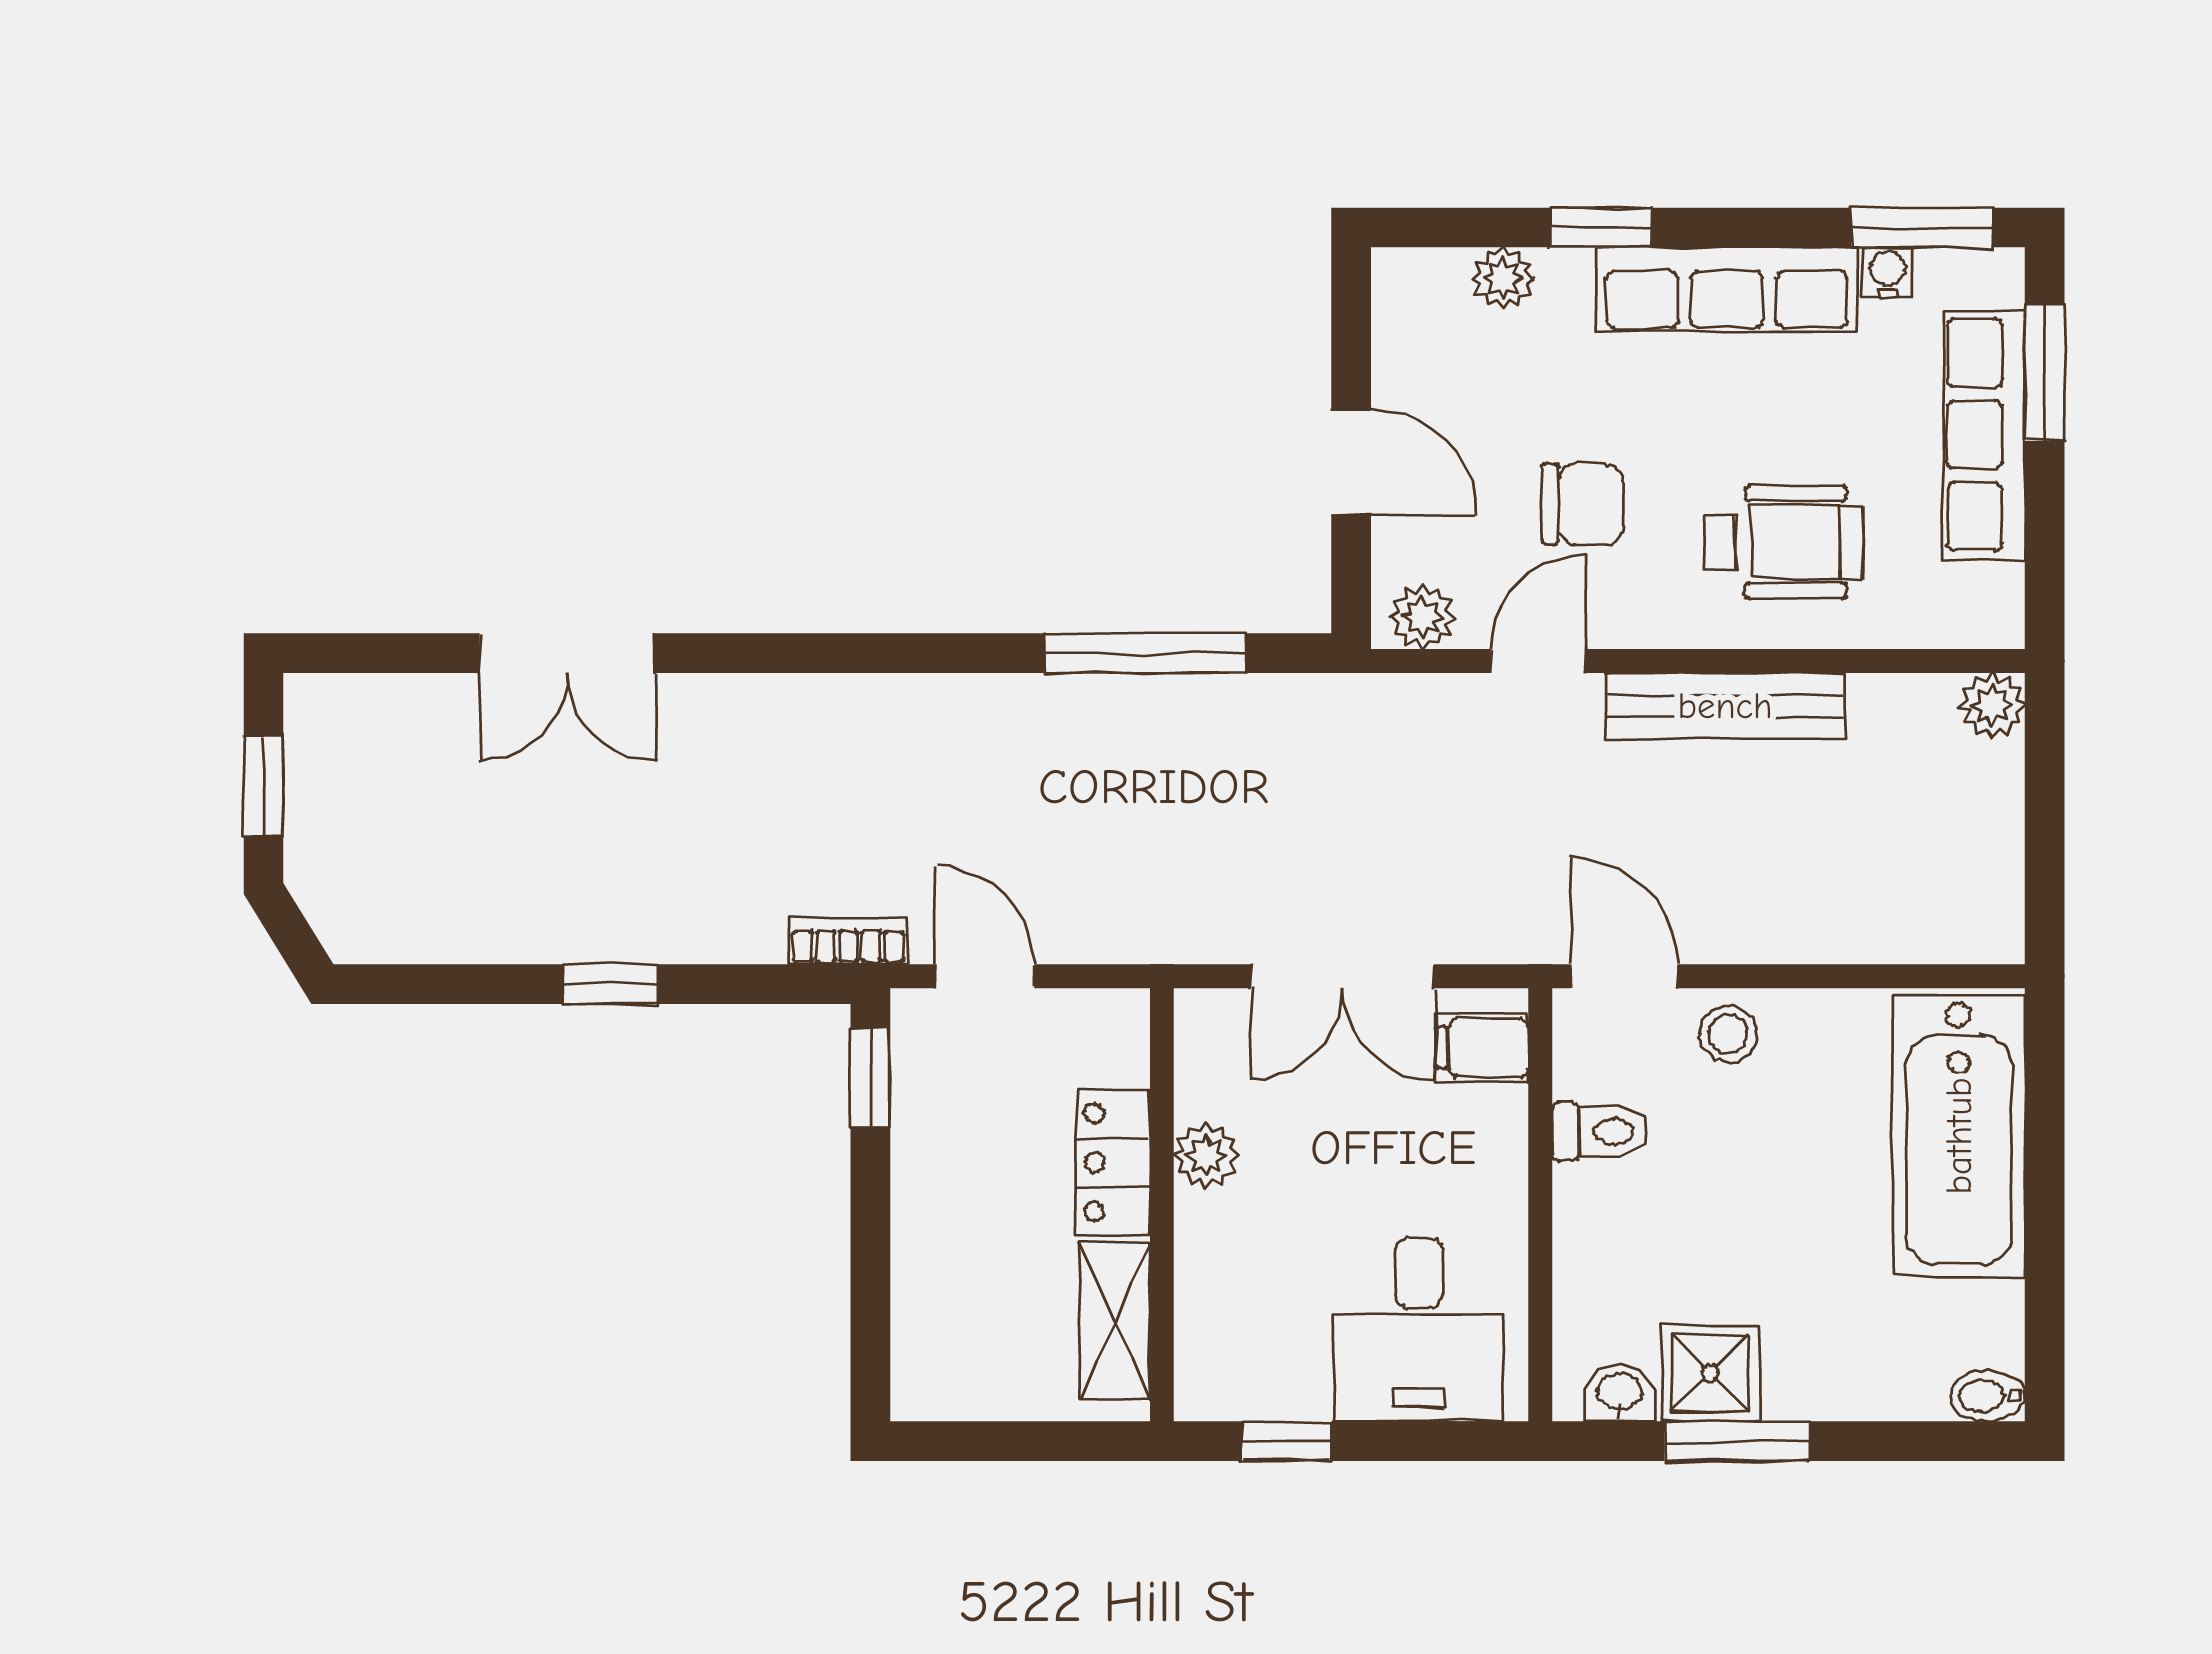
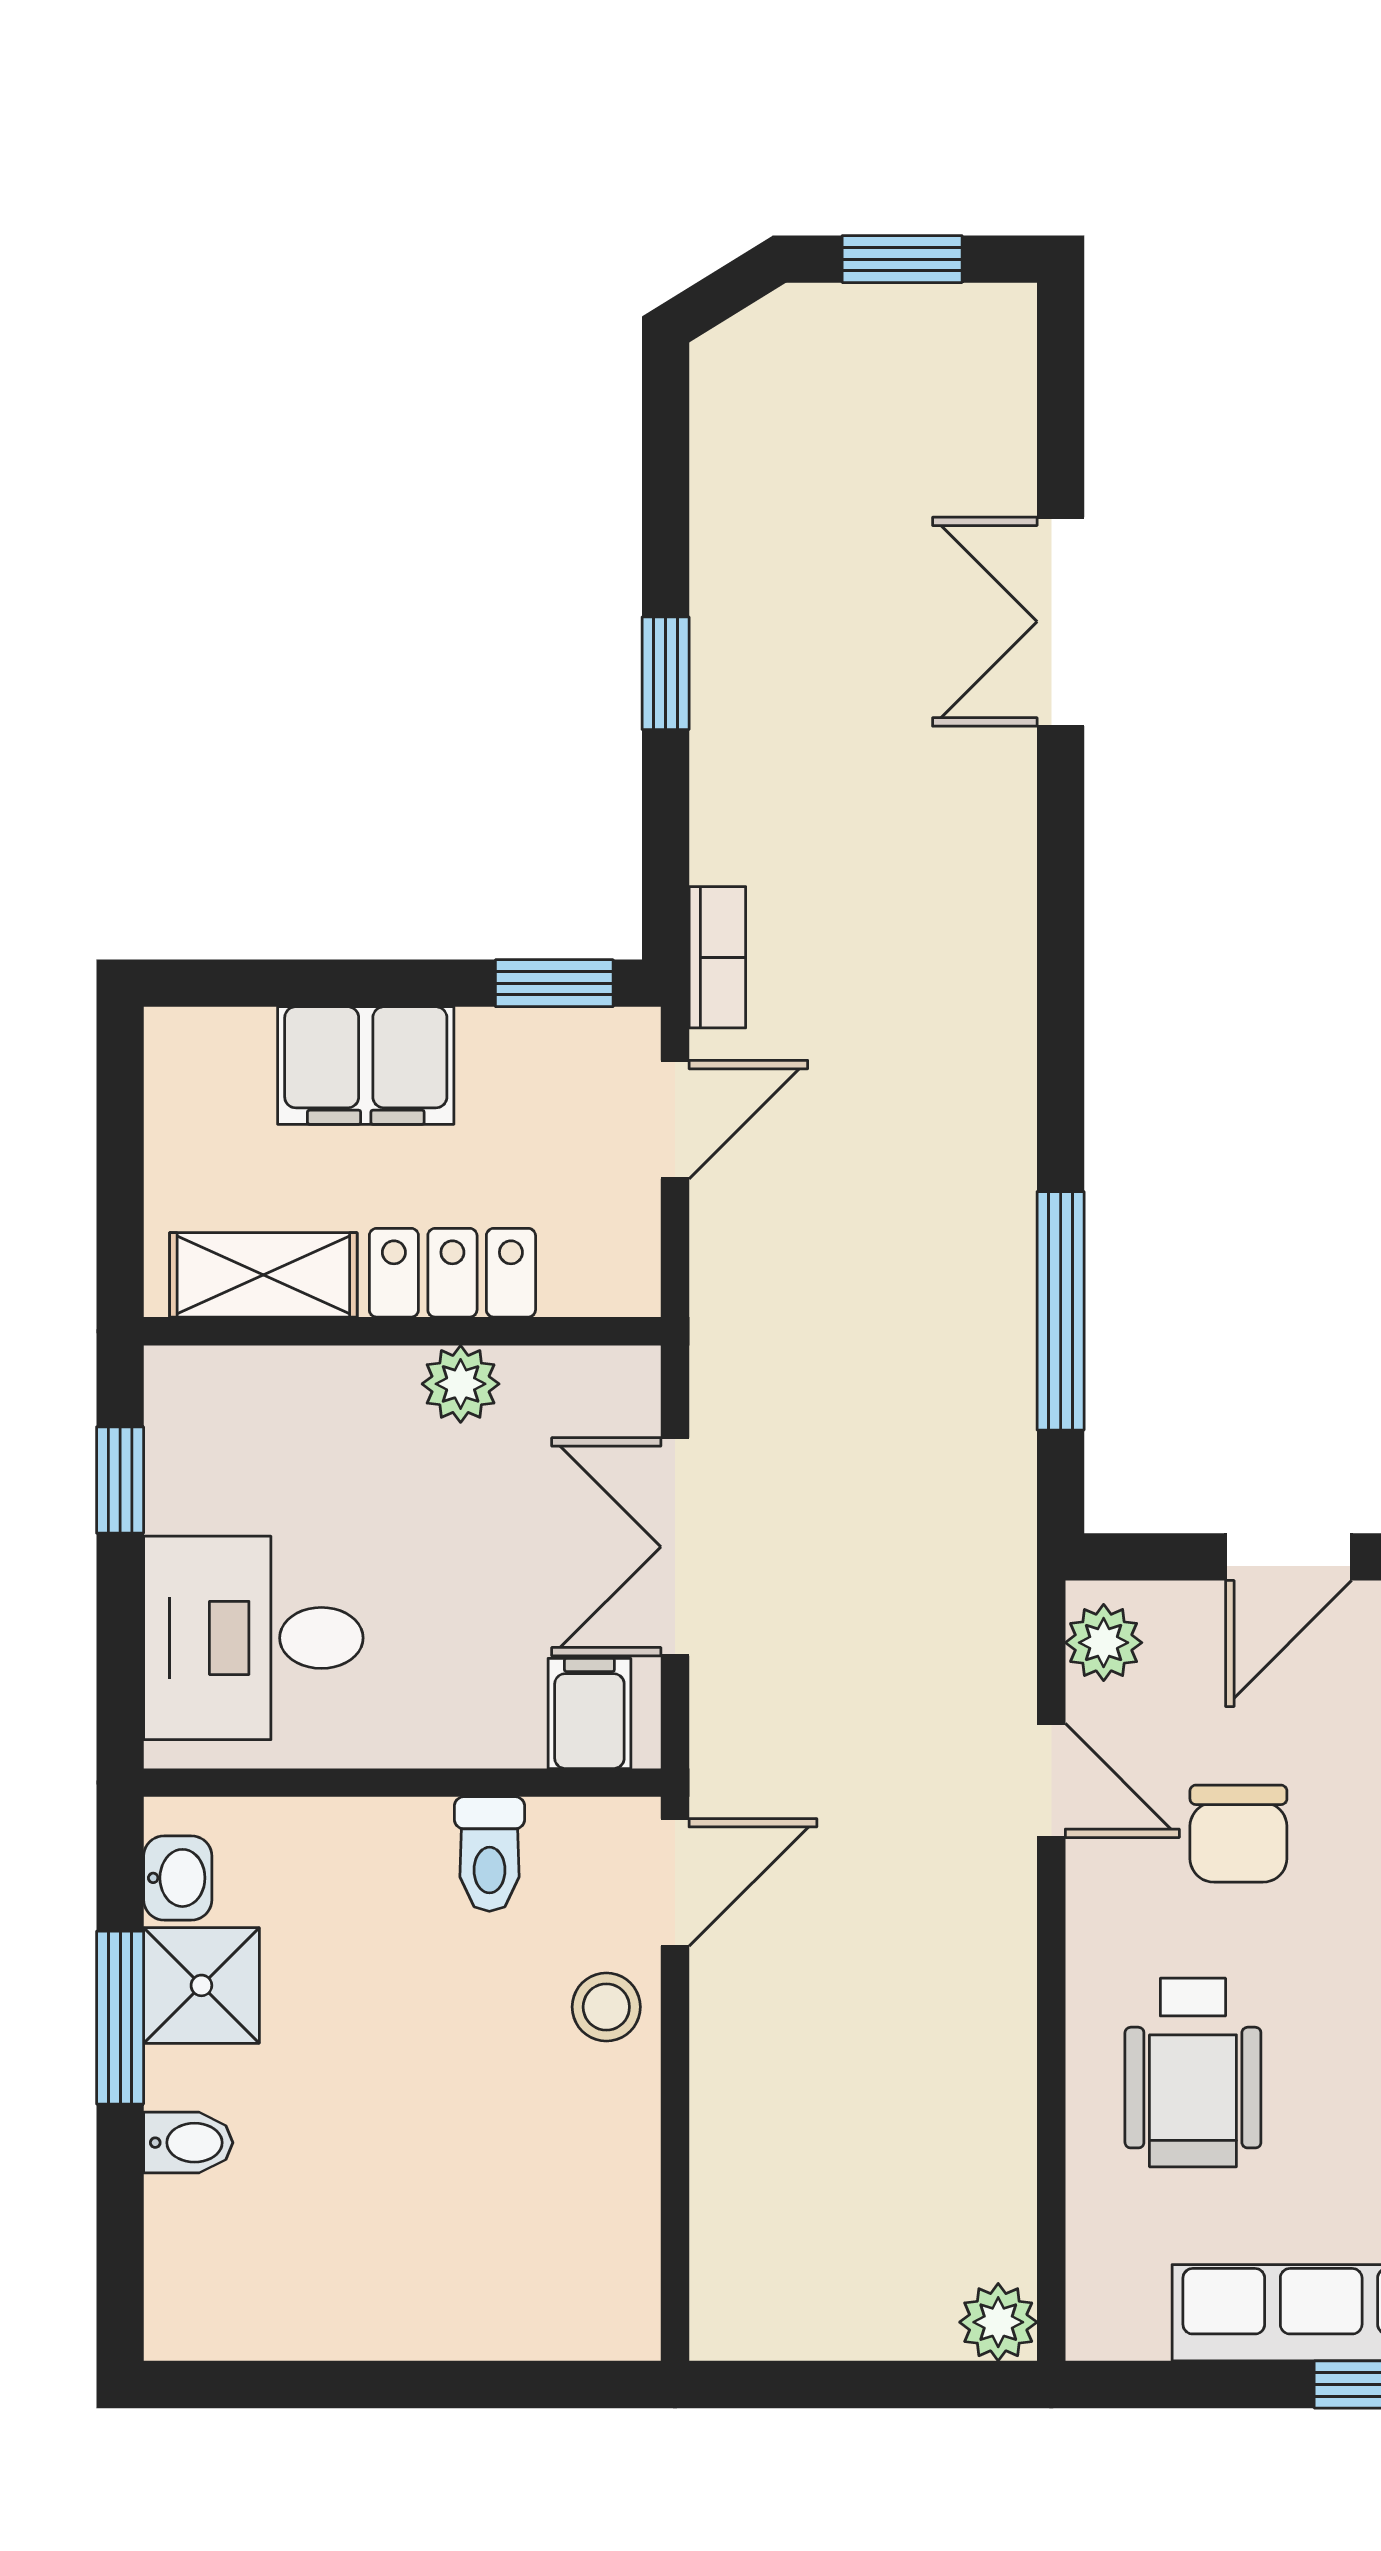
bench: (1725, 706) -> (997, 2004), removed
bathtub: (1959, 1136) -> (485, 2282), removed
filing cabinet: (939, 1235) -> (366, 1066), added
bidet: (1987, 1396) -> (188, 2143), moved, turned 90

